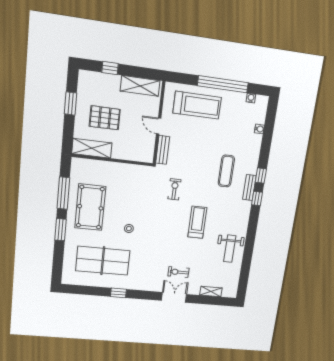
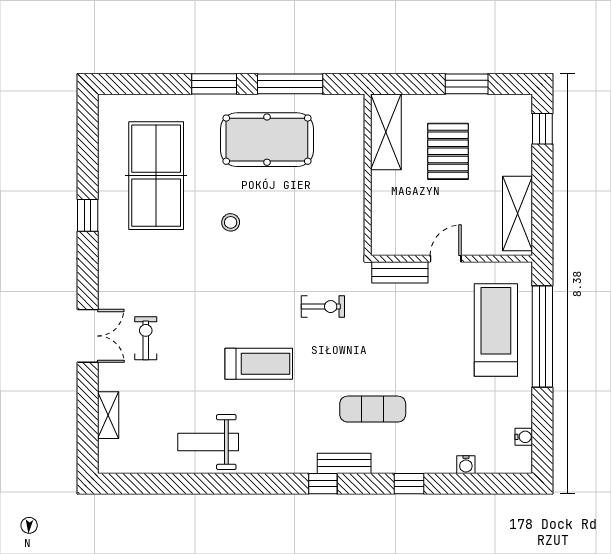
window: (110, 68) -> (542, 129), moved
window: (223, 84) -> (542, 337), moved
treadmill: (197, 105) -> (496, 330), turned 180
window: (261, 176) -> (409, 484), moved

